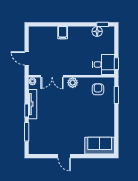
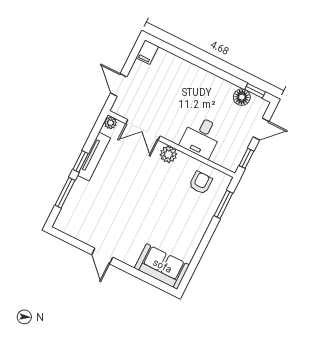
filing cabinet: (63, 33) -> (147, 52), moved
door: (116, 44) -> (261, 129), added
desk: (103, 64) -> (201, 137), moved, turned 90

